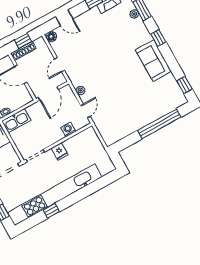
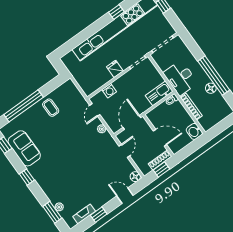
window: (158, 38) -> (27, 177), moved
sofa: (153, 61) -> (24, 148), moved
coffee table: (131, 119) -> (51, 108), added

